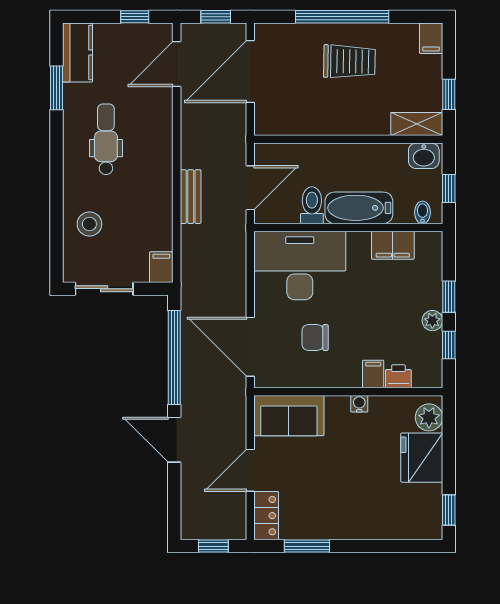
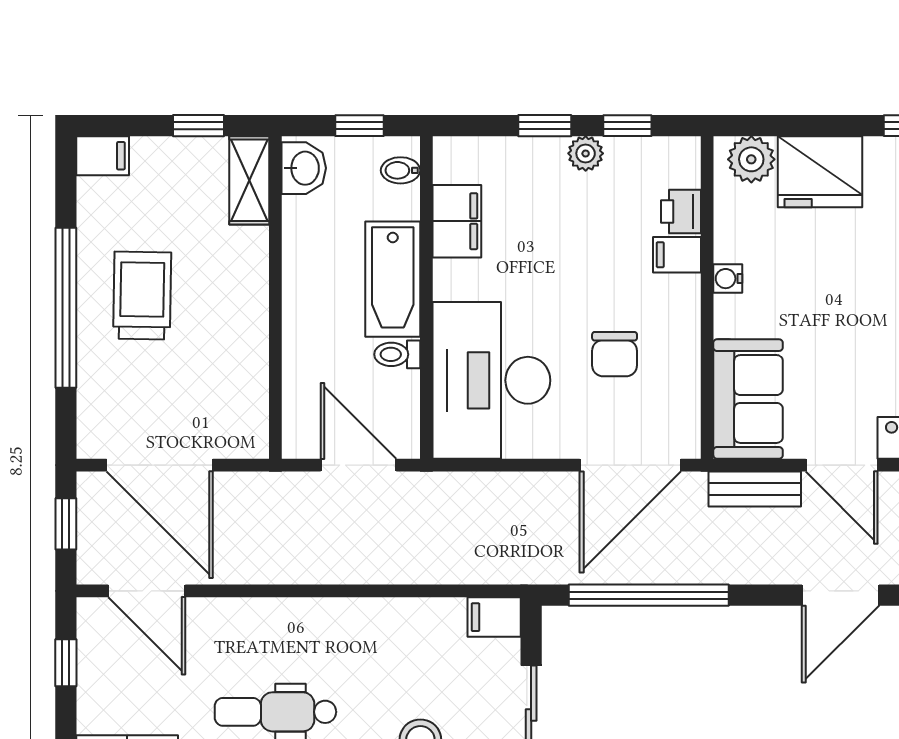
bench: (191, 197) -> (755, 489), moved
toilet: (312, 205) -> (397, 354), width x0.73, depth x0.72
door: (174, 440) -> (840, 595), moved

